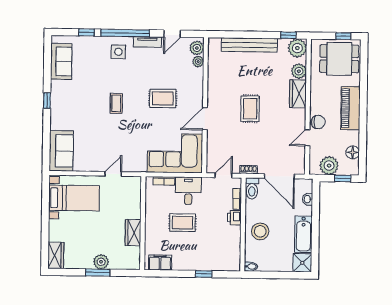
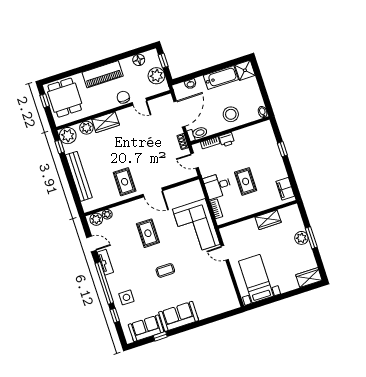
side table: (118, 52) -> (126, 297), moved
window: (47, 101) -> (160, 336), moved
rug: (250, 109) -> (125, 182), moved, turned 90
sofa: (61, 151) -> (179, 316), moved
corner sofa: (175, 153) -> (196, 227), moved

